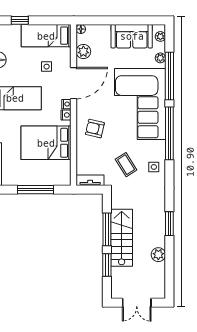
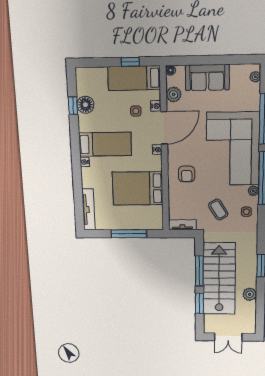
window: (20, 20) -> (130, 62), moved
sofa: (132, 36) -> (207, 78), moved
plant: (160, 58) -> (253, 191), moved
nightstand: (66, 115) -> (156, 106), moved
armchair: (95, 129) -> (187, 174), turned -103
stairs: (122, 238) -> (219, 279), width x1.36, depth x1.51

